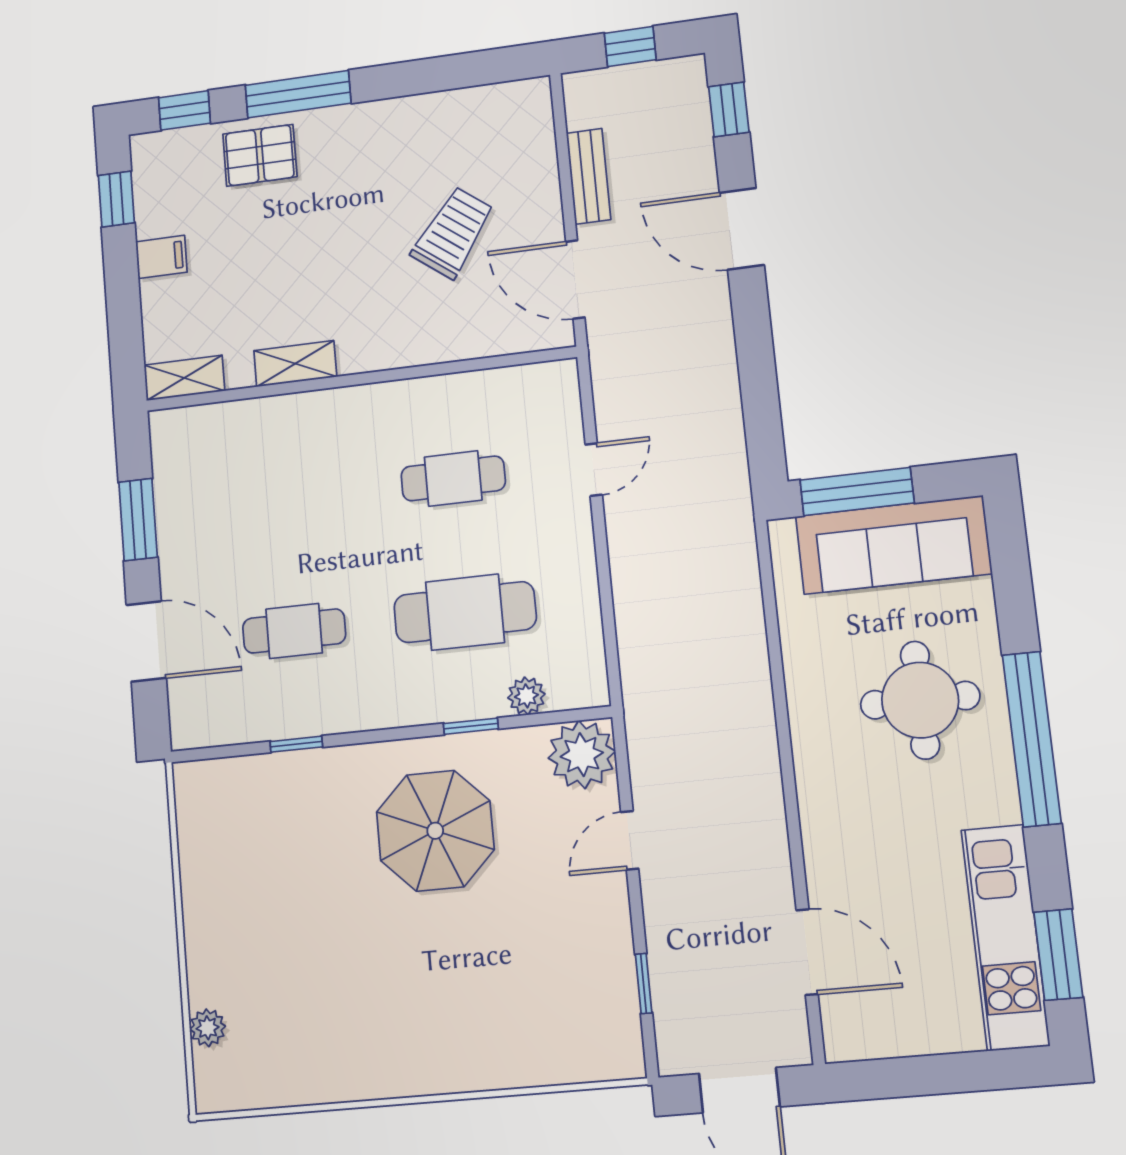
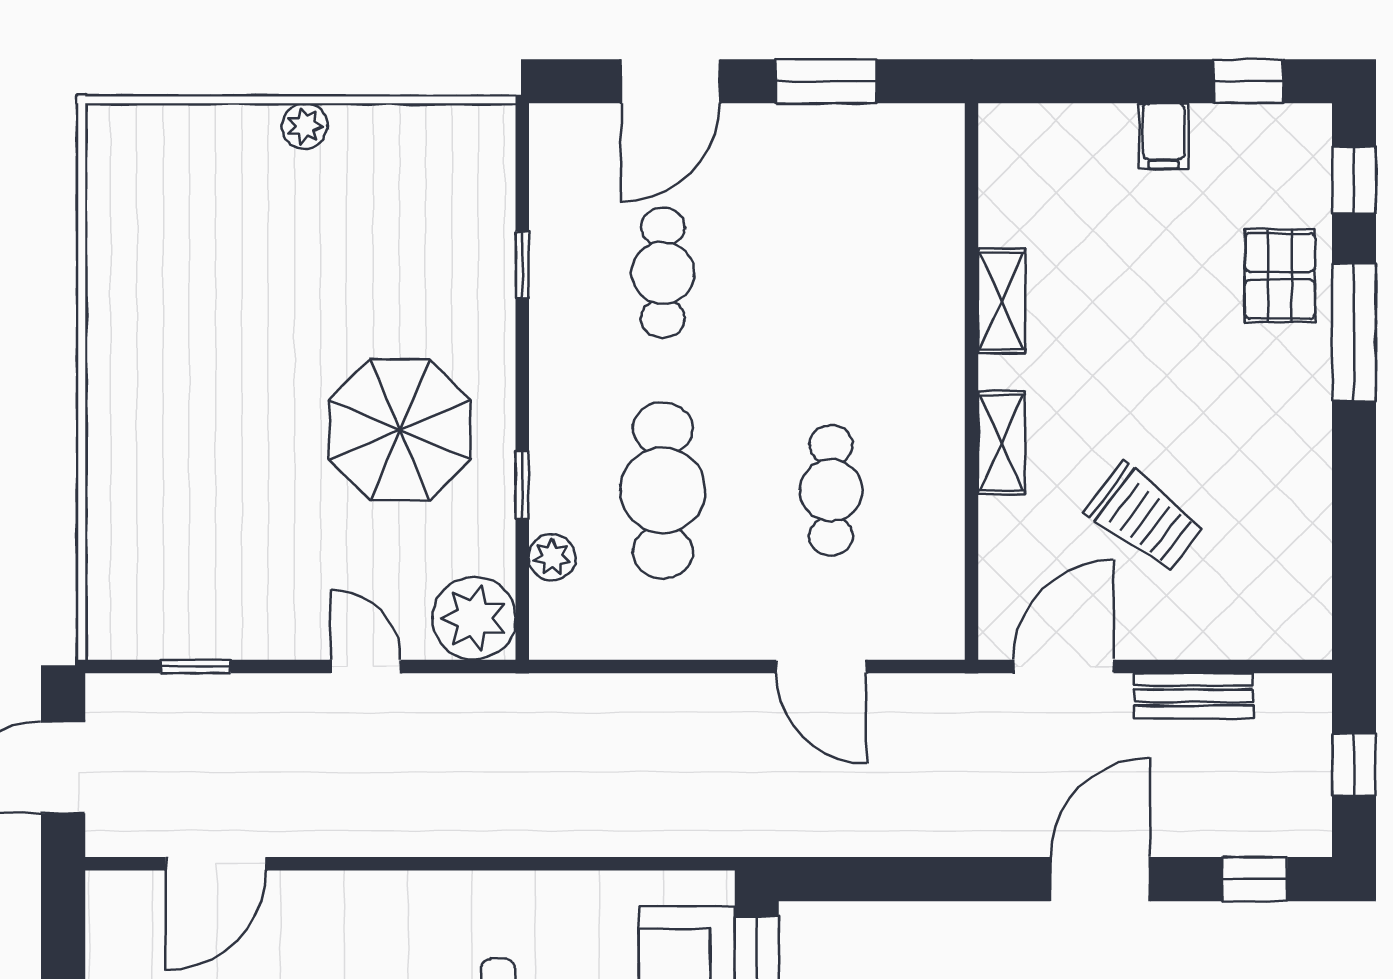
shelving: (184, 378) -> (1001, 442), moved
door: (594, 470) -> (821, 666), width x1.38
plant: (208, 1028) -> (305, 126), moved

